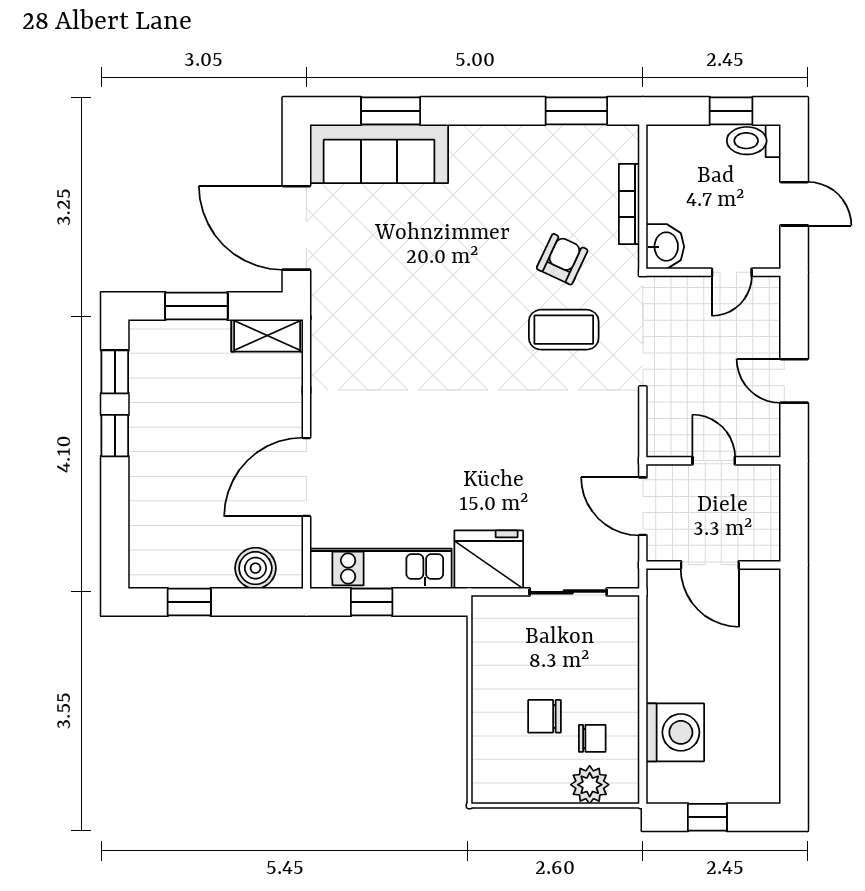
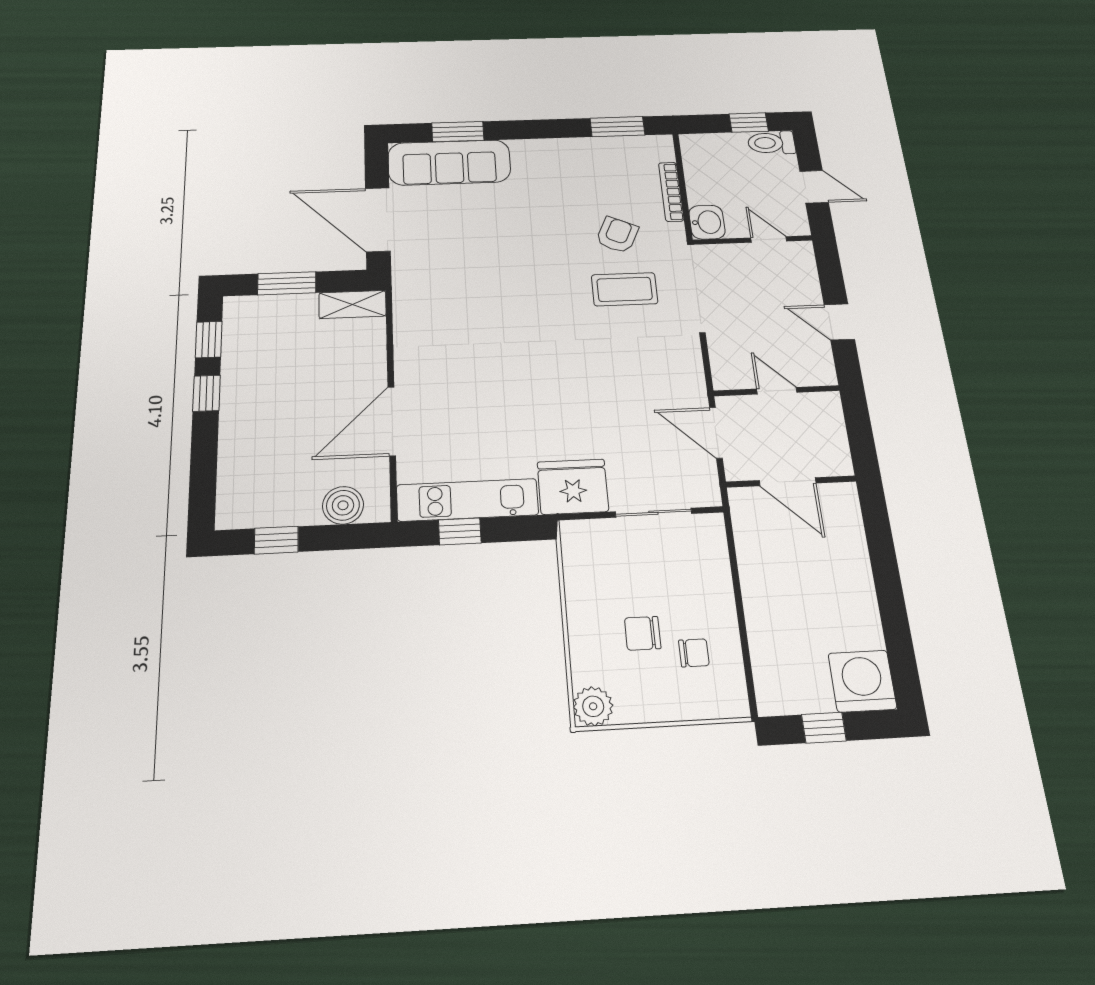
door: (732, 272) -> (769, 239), swing flipped
washing machine: (675, 732) -> (862, 681), moved, turned -90
plant: (590, 785) -> (593, 706), moved

